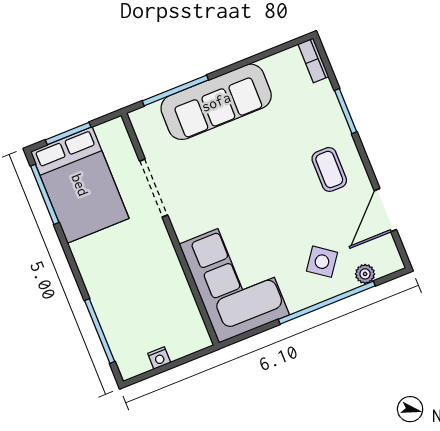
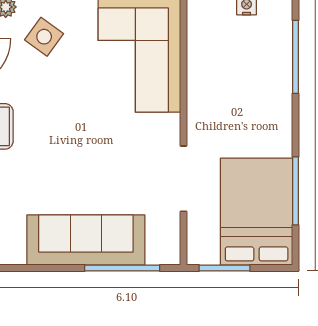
window: (68, 134) -> (225, 268), moved
window: (45, 194) -> (295, 191), moved

